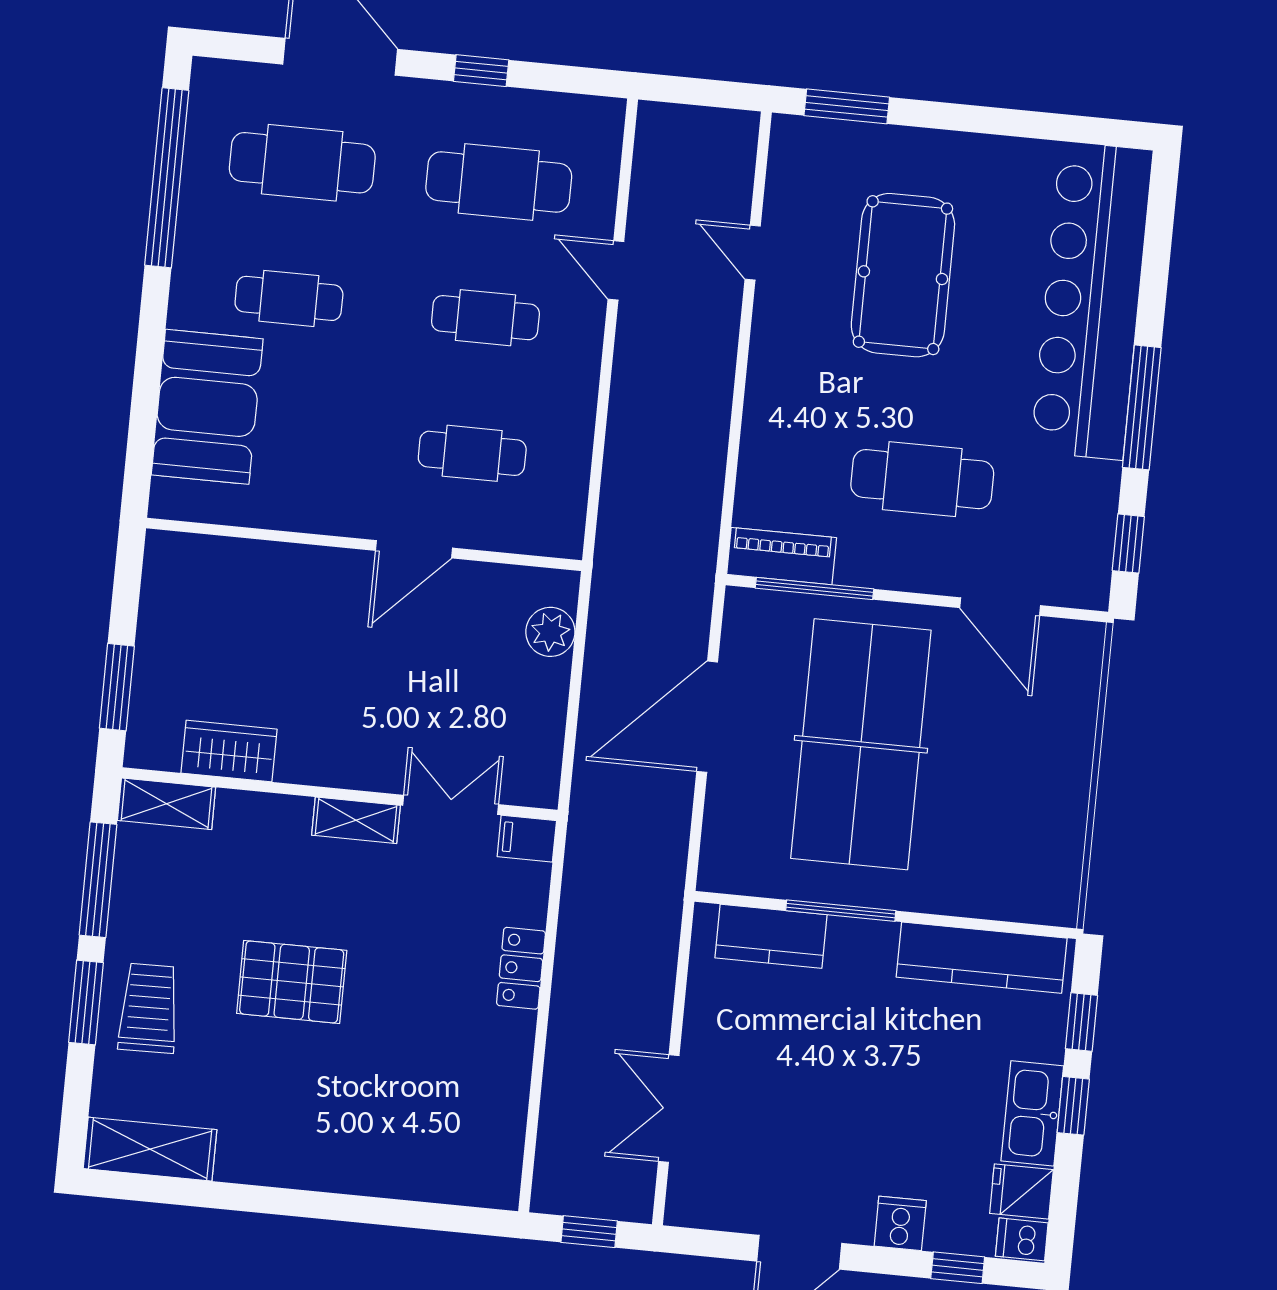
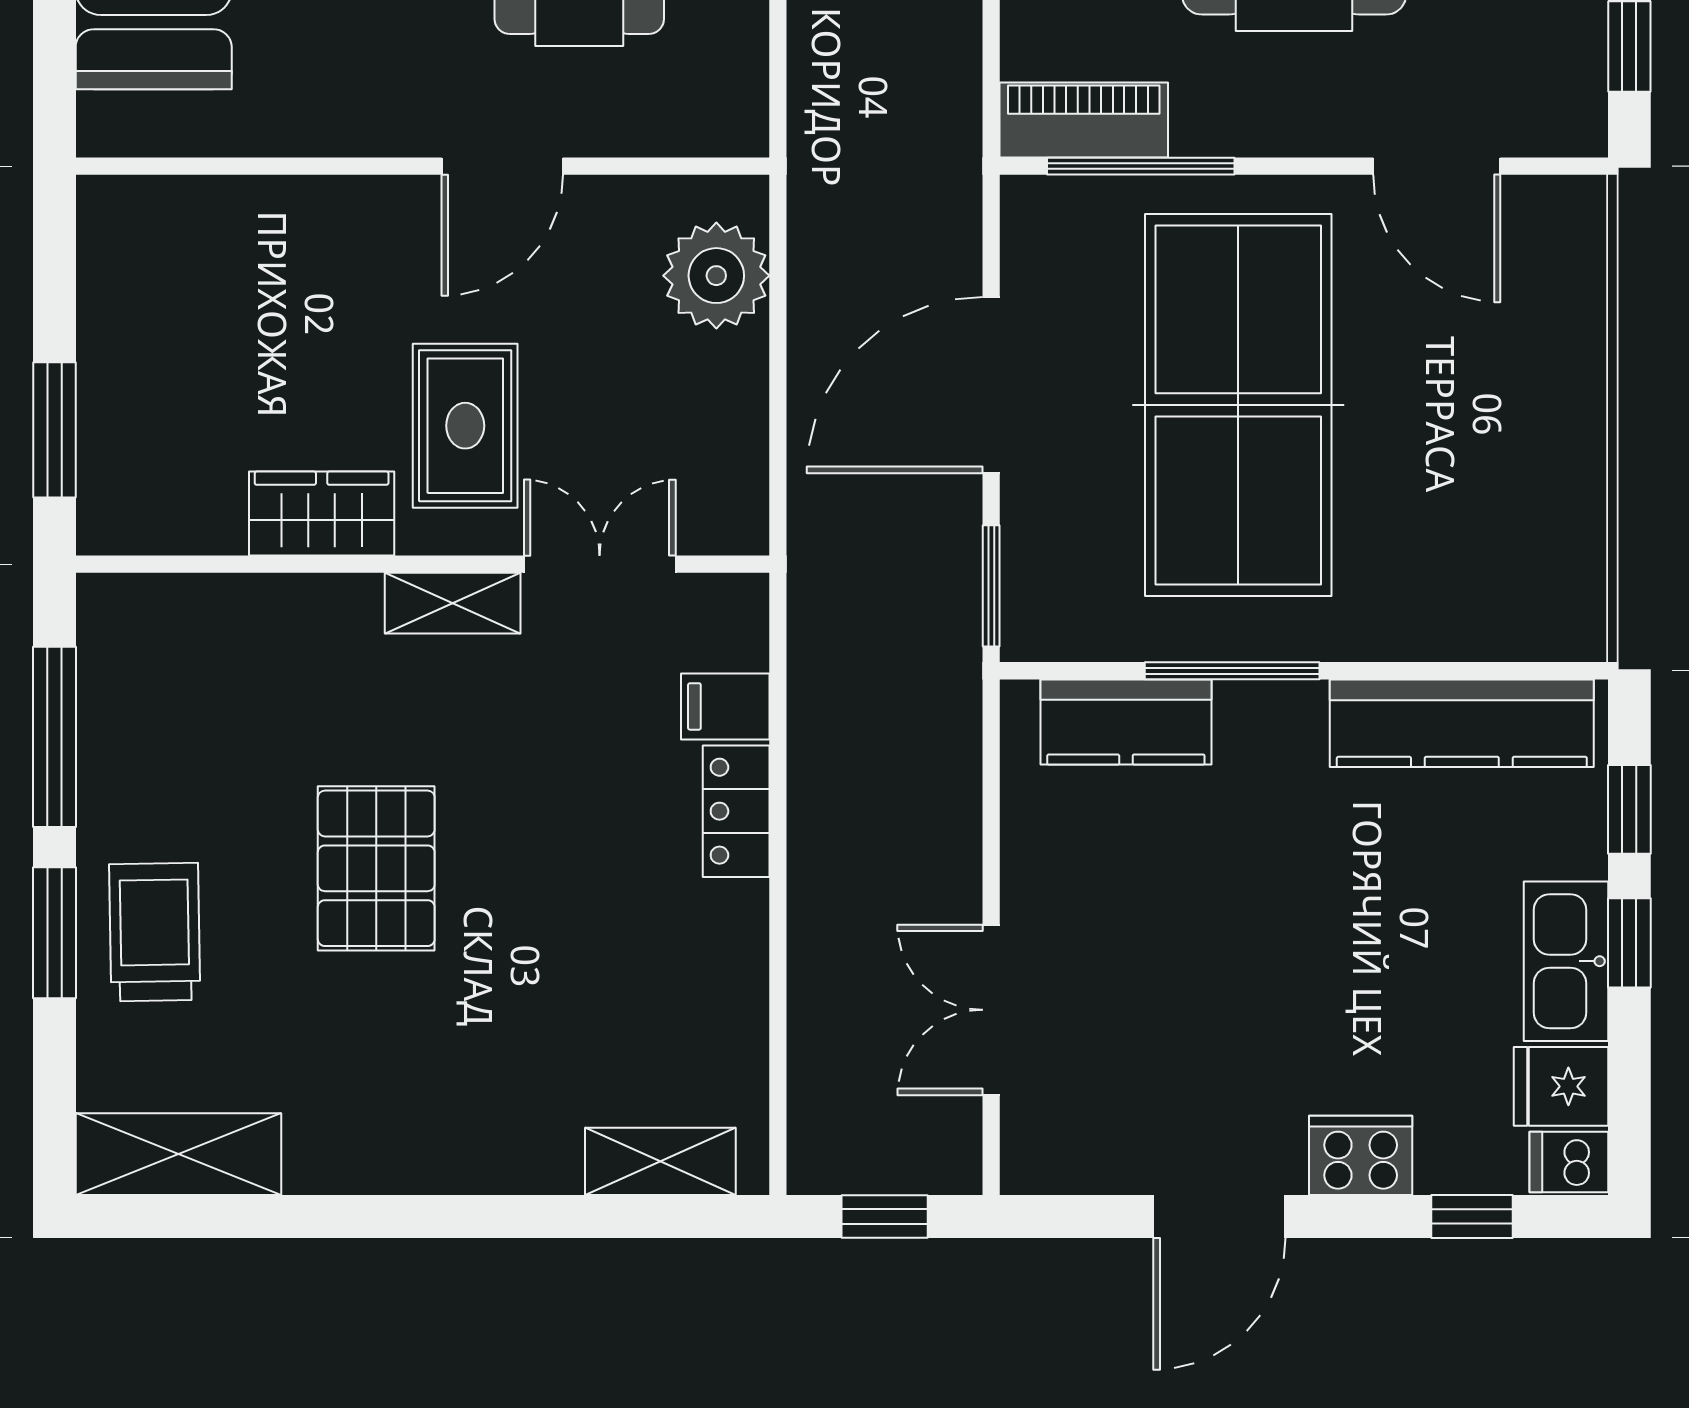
plant: (550, 632) -> (716, 276), width x1.36, depth x1.36
rug: (375, 710) -> (465, 426), added
wardrobe: (229, 751) -> (322, 514), moved
shelving: (167, 804) -> (660, 1161), moved
filing cabinet: (527, 839) -> (725, 706), moved
window: (695, 843) -> (991, 586), added
pallet: (292, 982) -> (376, 868), turned 90
cooker: (900, 1223) -> (1361, 1155), width x1.36

